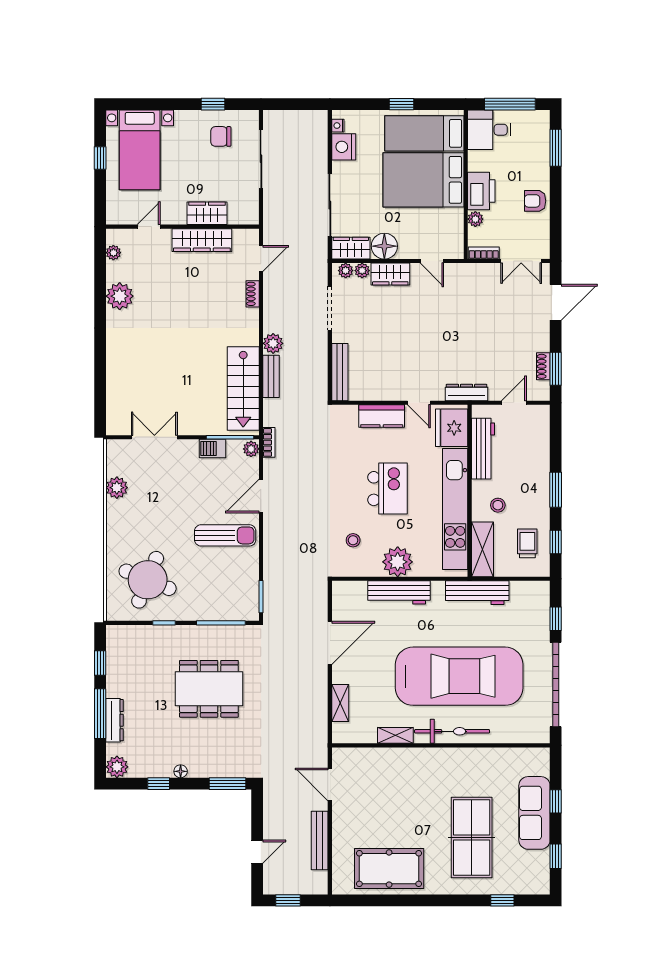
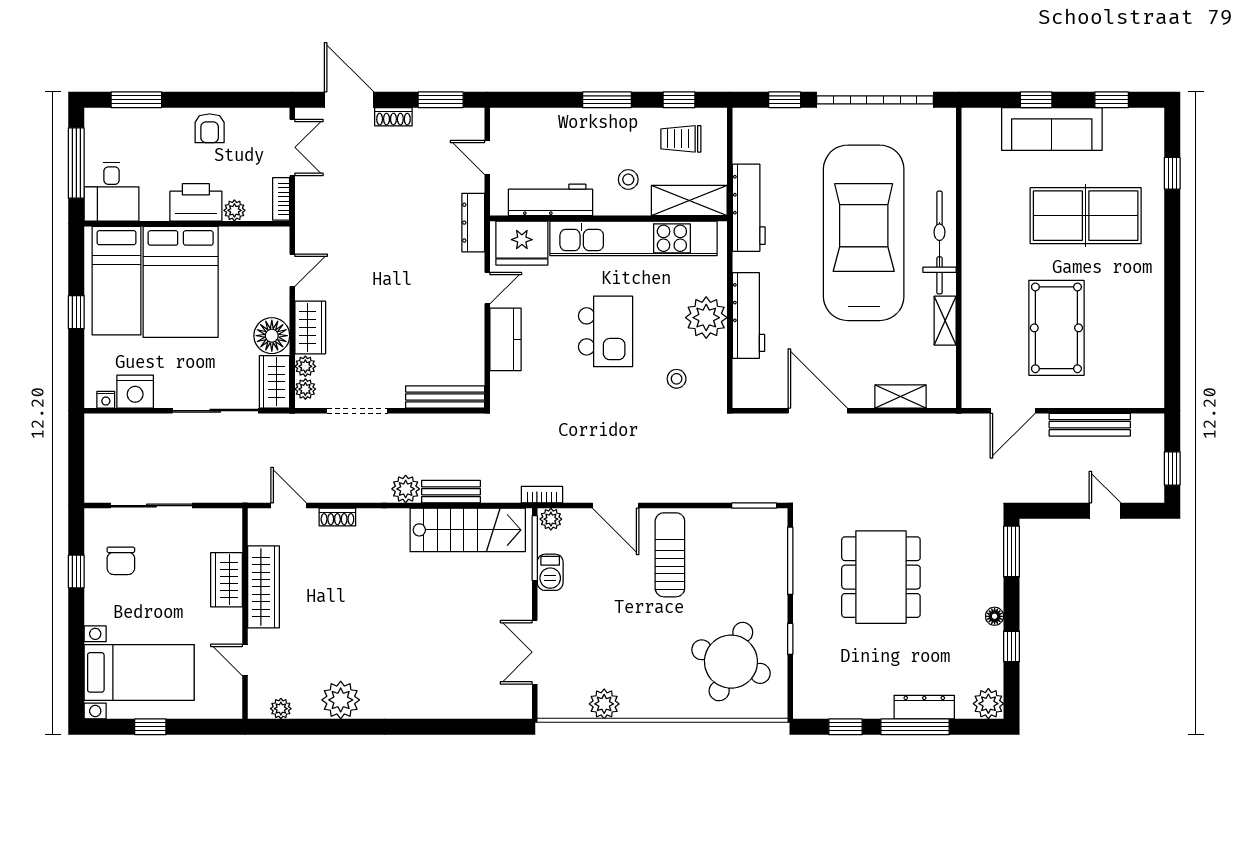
shoe rack: (543, 366) -> (393, 117), moved
kitchen island: (387, 489) -> (605, 331), turned 90
pool table: (389, 869) -> (1056, 328), moved

